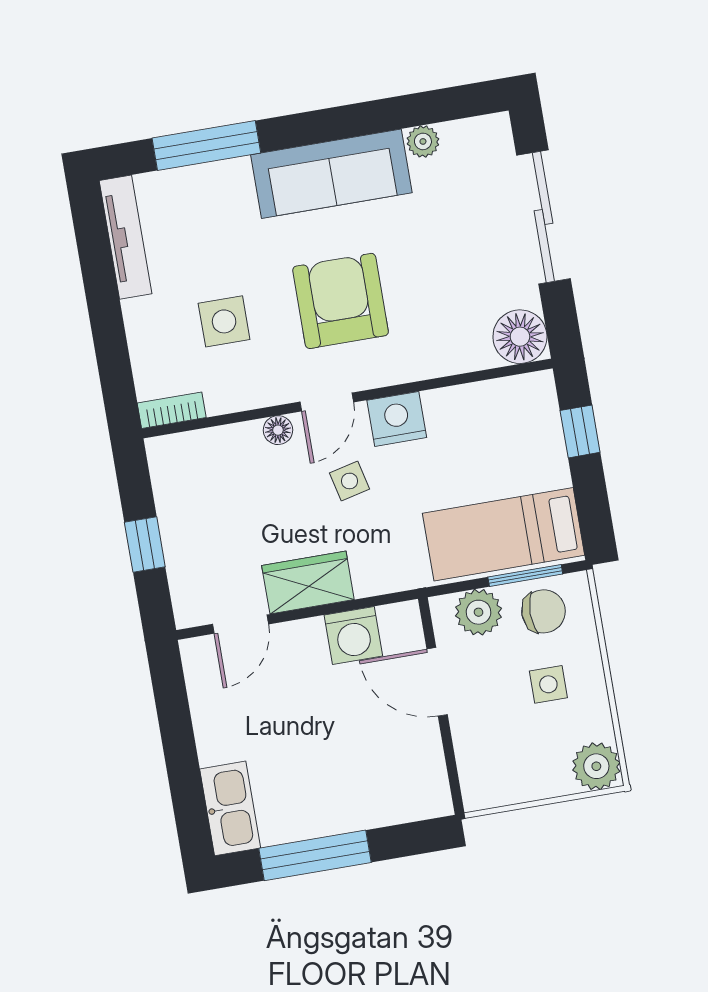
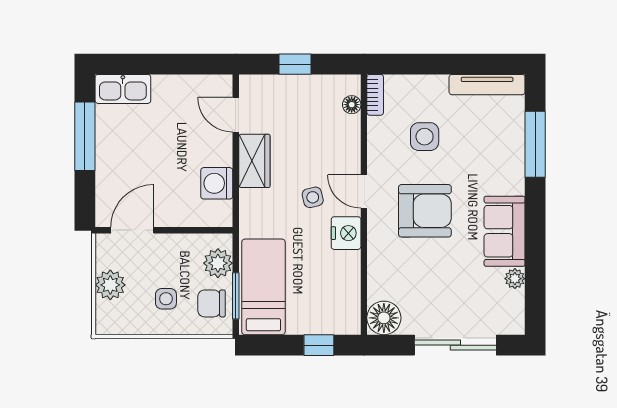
sofa: (331, 174) -> (505, 231), width x0.73
floor lamp: (278, 430) -> (352, 105), moved
chair: (543, 611) -> (212, 303), turned 90
door: (437, 682) -> (132, 230), moved
plant: (596, 766) -> (110, 285), moved

